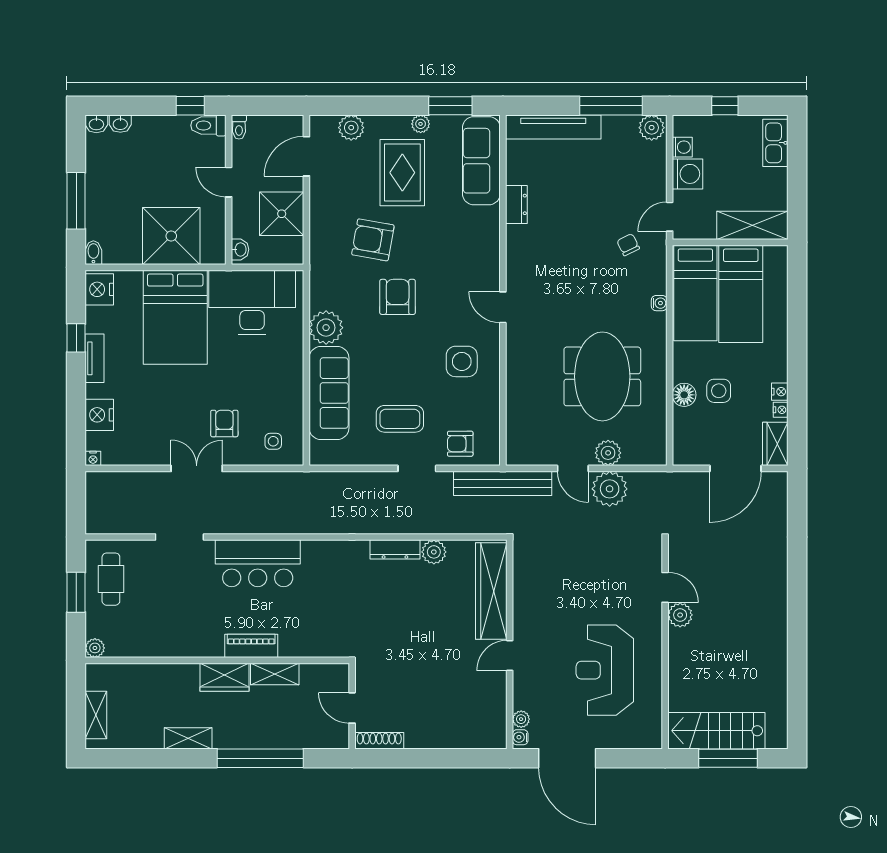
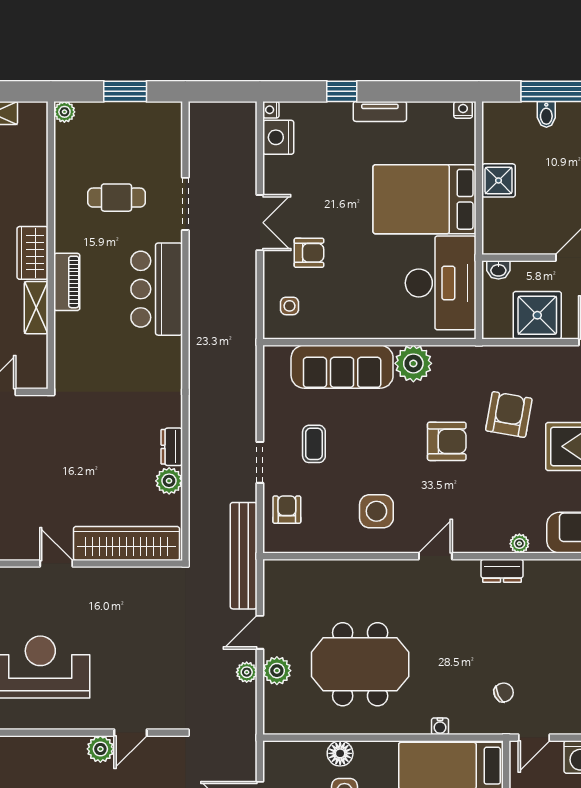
dresser: (516, 204) -> (502, 571), moved
door: (670, 217) -> (534, 738), swing flipped
plant: (491, 230) -> (519, 544), added
shower: (171, 236) -> (499, 180), width x0.54, depth x0.54
bidet: (93, 253) -> (546, 114), moved, turned 90
nightstand: (99, 289) -> (463, 110), width x0.53, depth x0.56
window: (76, 338) -> (342, 91), moved
nightstand: (99, 415) -> (278, 137), moved, turned -90
coffee table: (400, 419) -> (314, 444), width x0.73, depth x0.77
plant: (610, 489) -> (247, 672), width x0.53, depth x0.53
dresser: (395, 549) -> (172, 447), width x0.70
cafe table: (111, 579) -> (116, 198), moved

